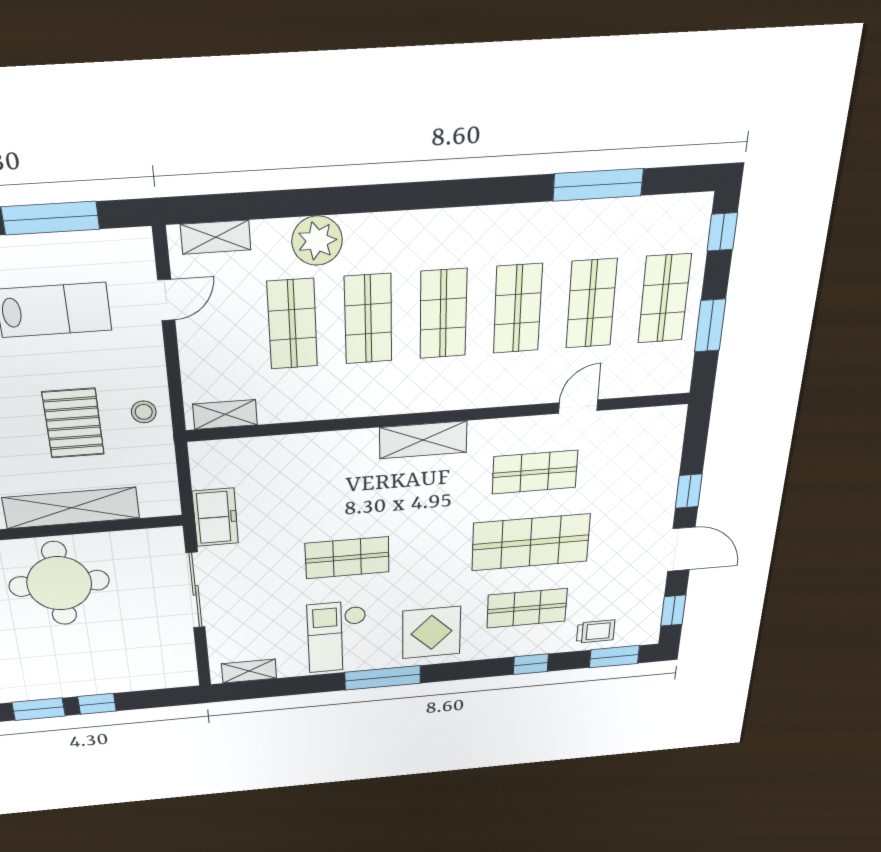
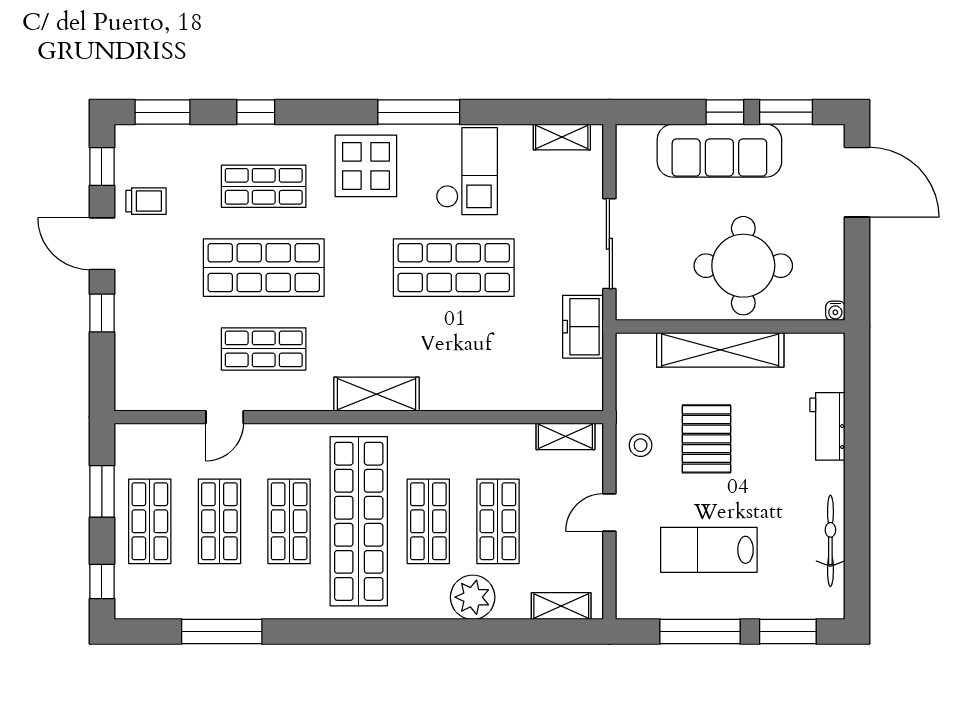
door: (166, 300) -> (609, 512), moved
shop shelf: (443, 314) -> (359, 521), width x2.00, depth x1.36
shop shelf: (347, 558) -> (454, 268), width x1.43, depth x1.36
trolley: (596, 632) -> (146, 201), moved, turned 180
sofa: (98, 674) -> (719, 151), added

